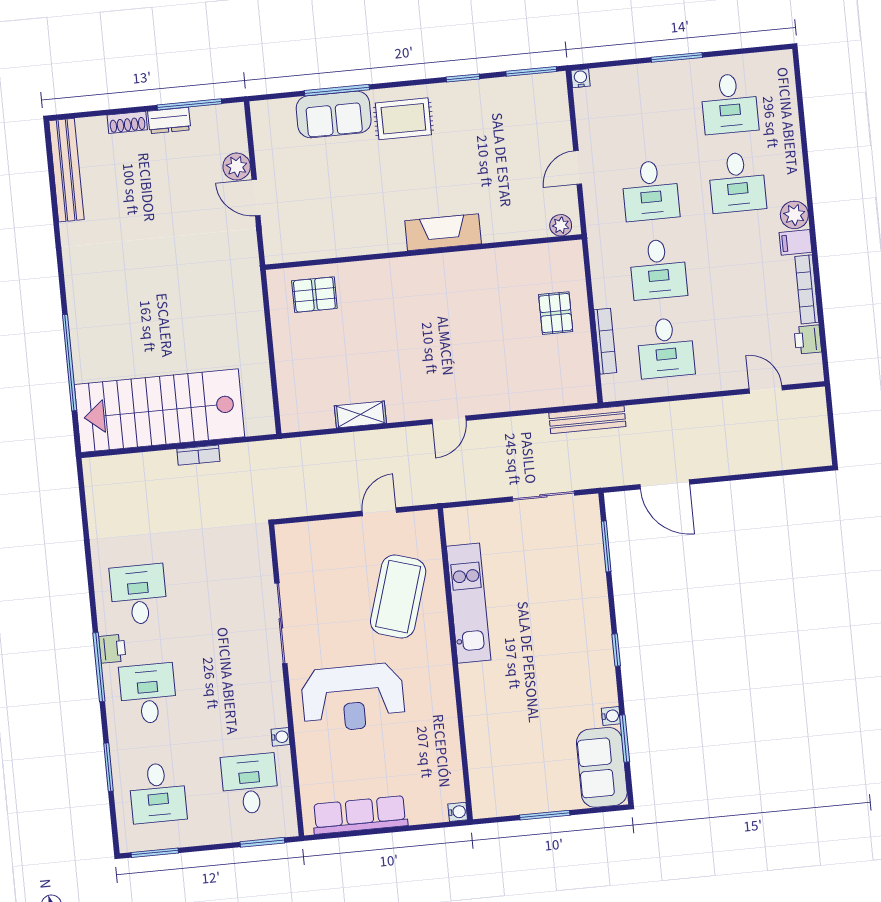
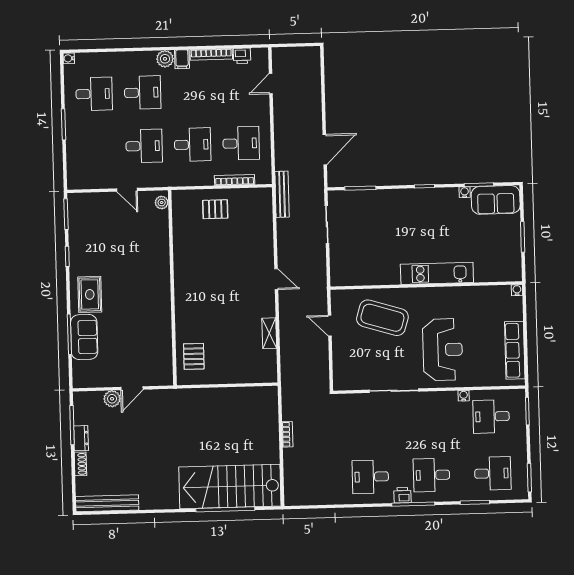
water cooler: (581, 78) -> (69, 58), moved
fireplace: (443, 232) -> (161, 275), removed
stairs: (160, 411) -> (230, 487), moved, turned 90
kitchen unit: (469, 603) -> (437, 273), moved

